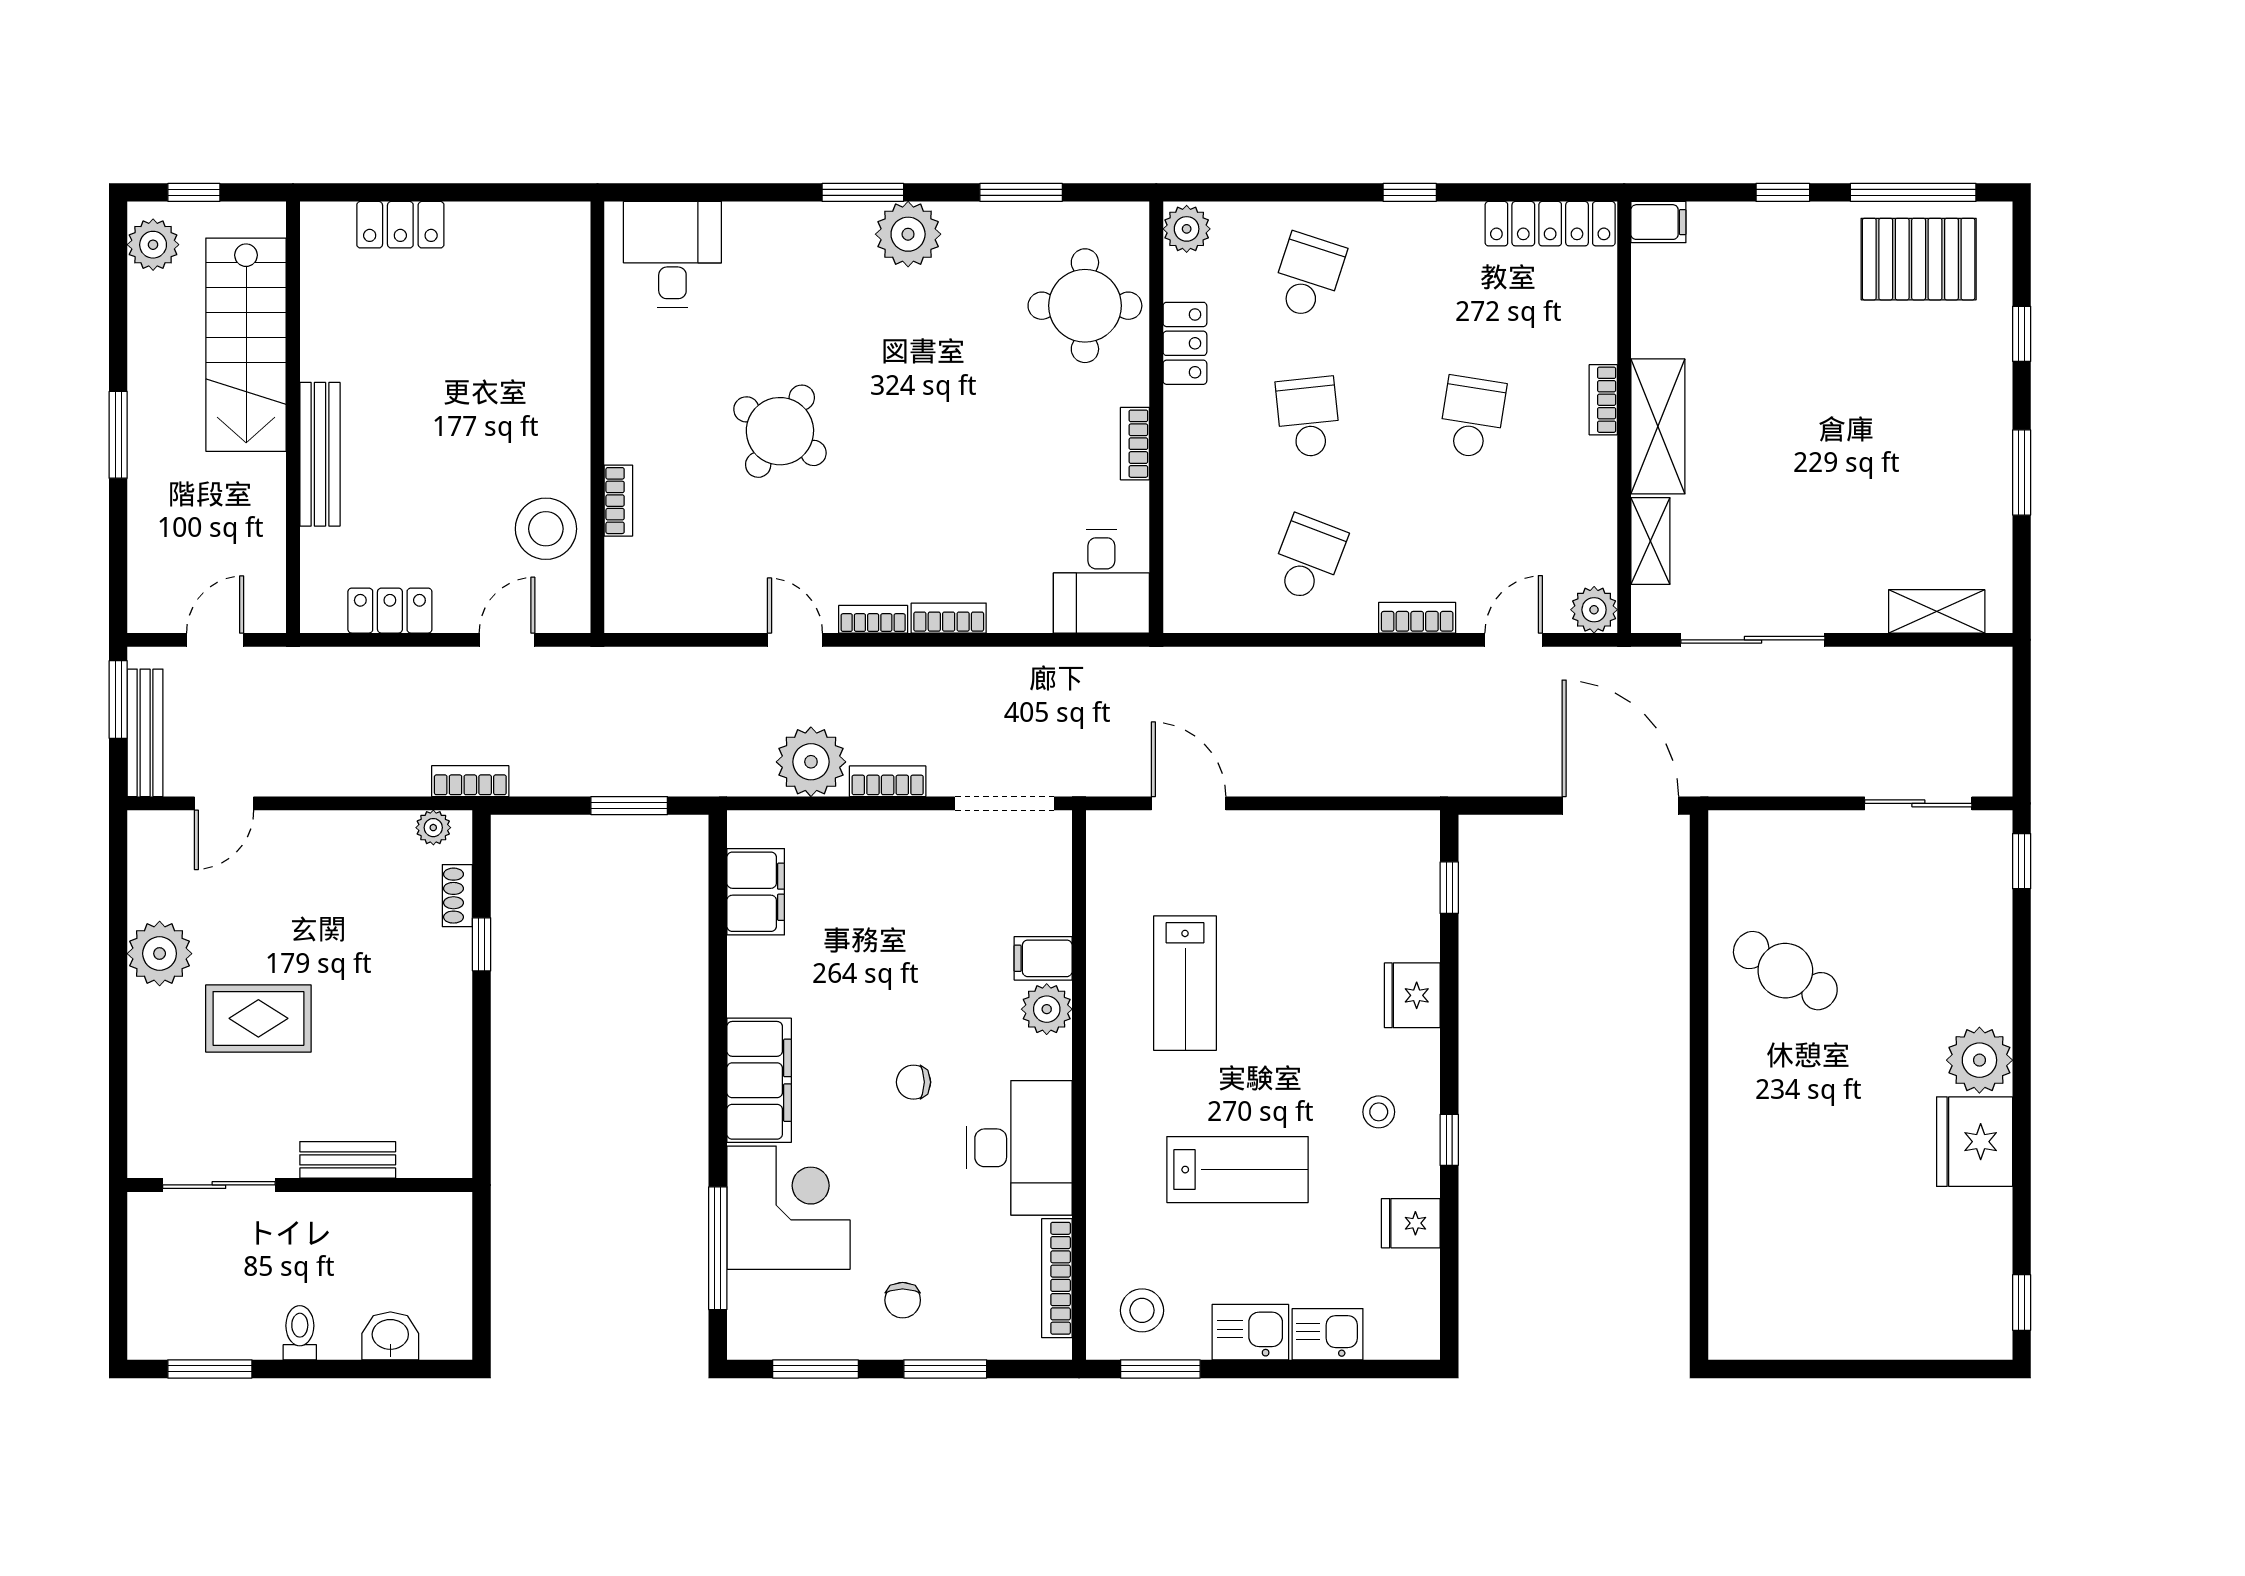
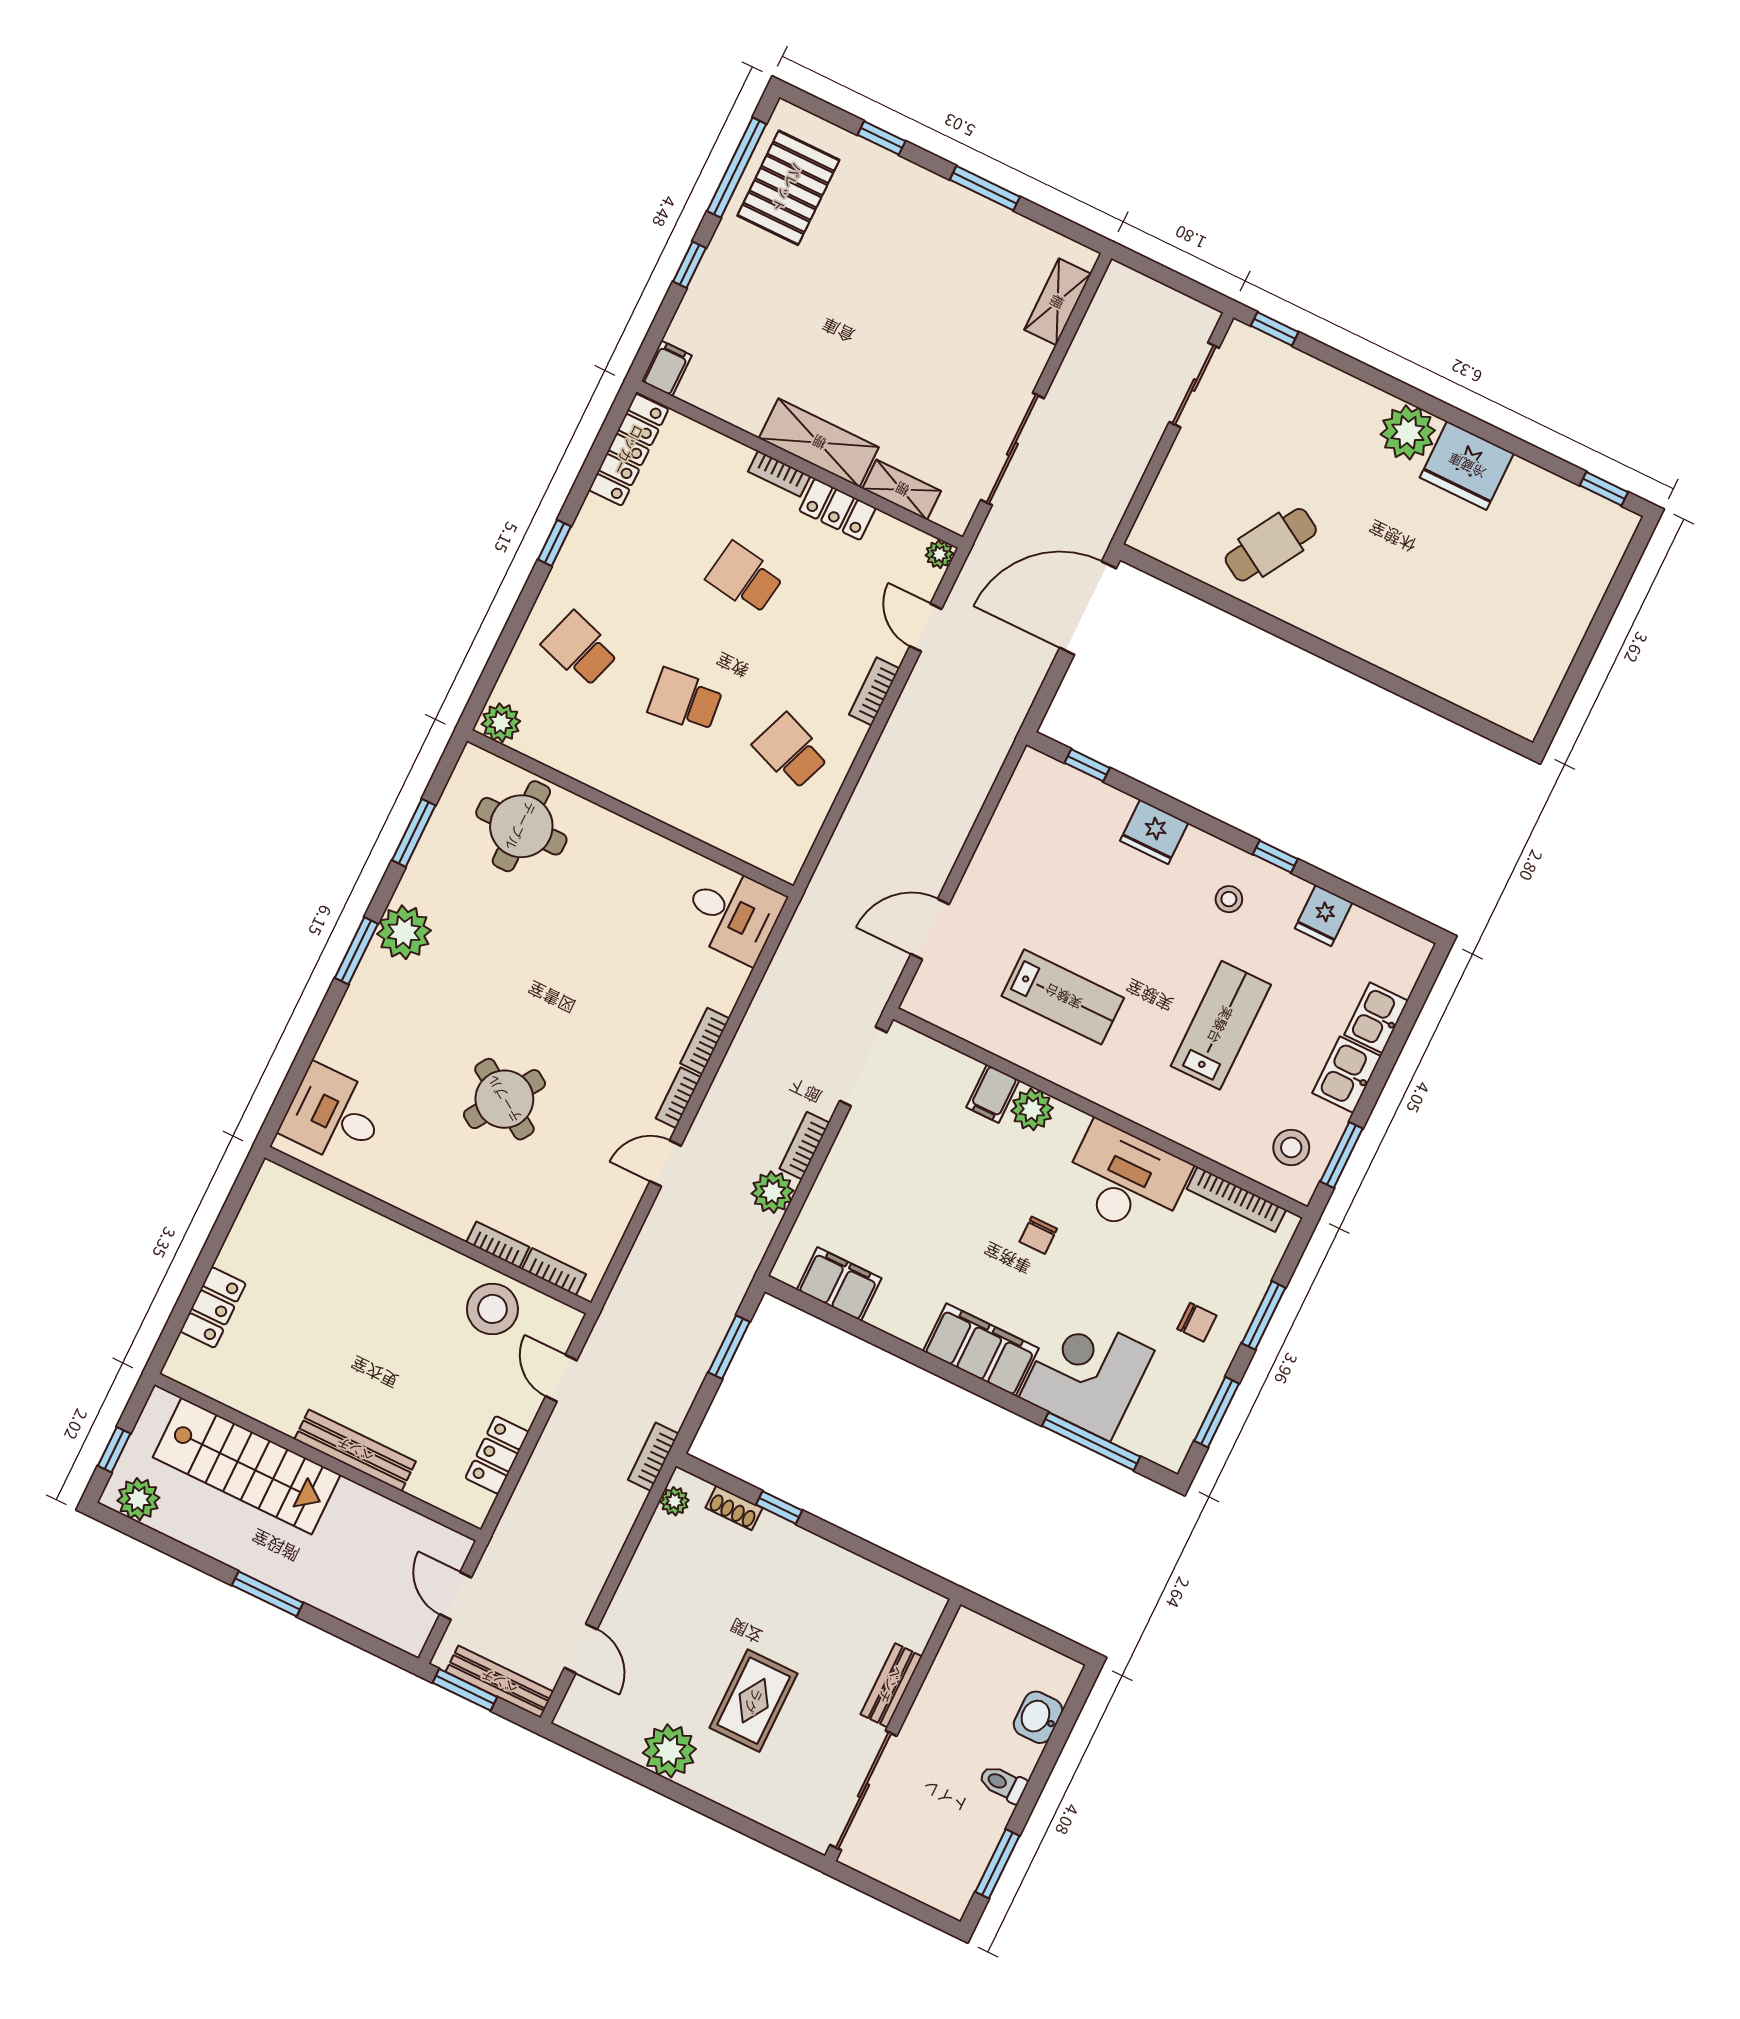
locker: (1185, 343) -> (837, 509), moved, turned 180
bookcase: (1135, 444) -> (554, 1272), moved, turned 180
plant: (1594, 610) -> (939, 554), width x0.73, depth x0.73
plant: (811, 762) -> (772, 1192), width x0.73, depth x0.73
sliding door: (219, 1185) -> (863, 1790), width x1.37

